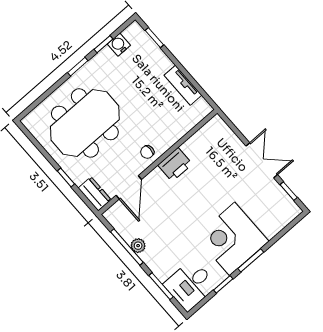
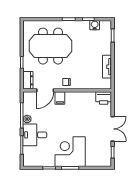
printer: (175, 165) -> (104, 98), moved
filing cabinet: (157, 180) -> (60, 98), added
desk: (190, 285) -> (35, 135), moved

